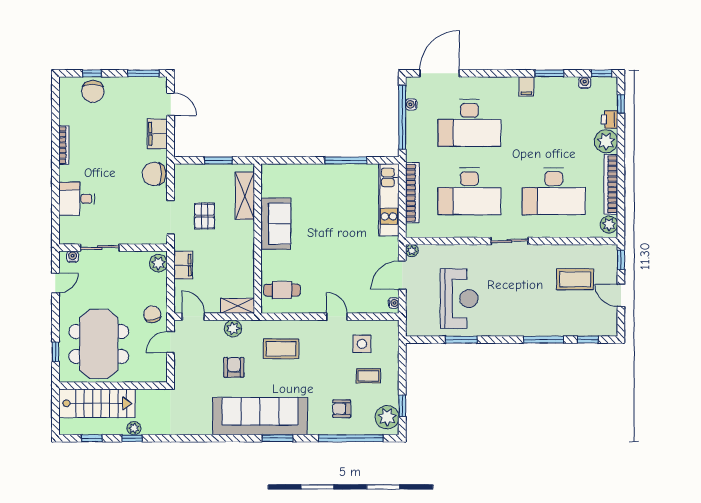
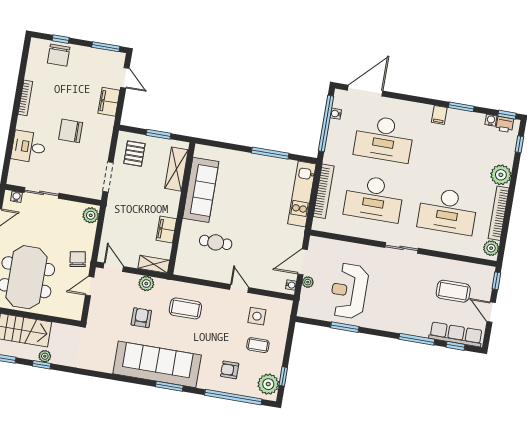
printer: (610, 120) -> (505, 124), moved, turned -90
chair: (154, 174) -> (71, 131), moved
pallet: (205, 216) -> (134, 154), moved
sofa: (276, 224) -> (201, 190), width x1.36
plant: (412, 251) -> (308, 282), moved
filing cabinet: (183, 265) -> (166, 230), moved, turned 180
cafe table: (282, 290) -> (216, 242), moved
reception desk: (459, 299) -> (349, 291), turned 180
row of seats: (586, 327) -> (456, 334), added

